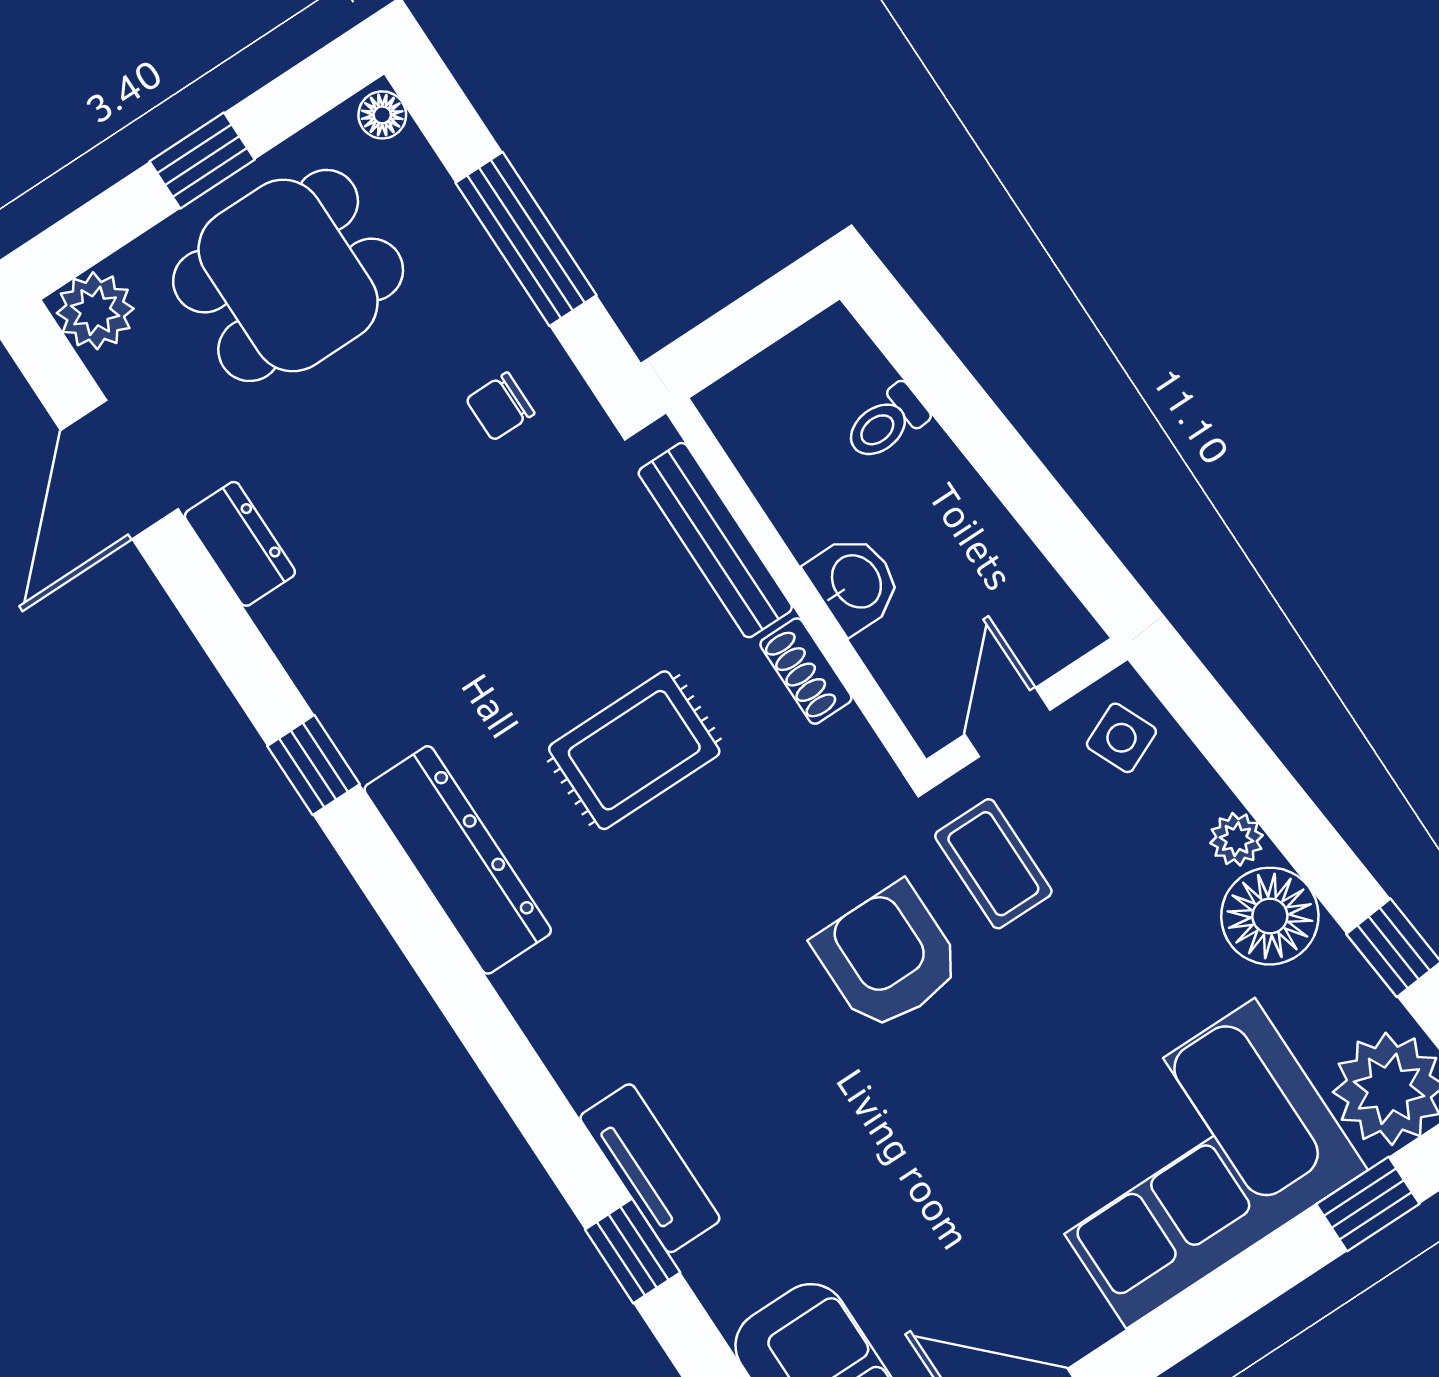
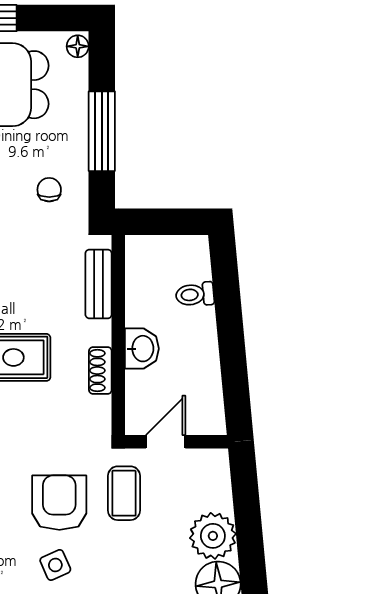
chair: (500, 406) -> (49, 190), turned 90
bench: (715, 540) -> (99, 284), width x0.73
side table: (1121, 738) -> (55, 565), moved
plant: (1236, 839) -> (213, 536), width x1.87, depth x1.87

